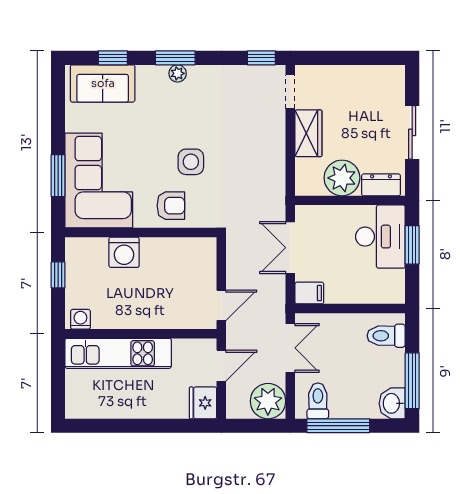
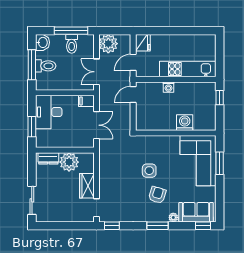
window: (113, 58) -> (203, 226), moved
plant: (178, 73) -> (173, 217), moved
sliding door: (412, 132) -> (32, 200), moved
armchair: (171, 206) -> (157, 195), moved, turned 107
desk: (380, 237) -> (49, 112), moved
window: (58, 275) -> (220, 98), moved
washing machine: (80, 319) -> (168, 87), moved
toilet: (386, 336) -> (46, 66), moved
window: (412, 381) -> (32, 65), moved
toilet: (318, 401) -> (72, 44), moved

